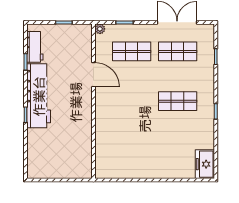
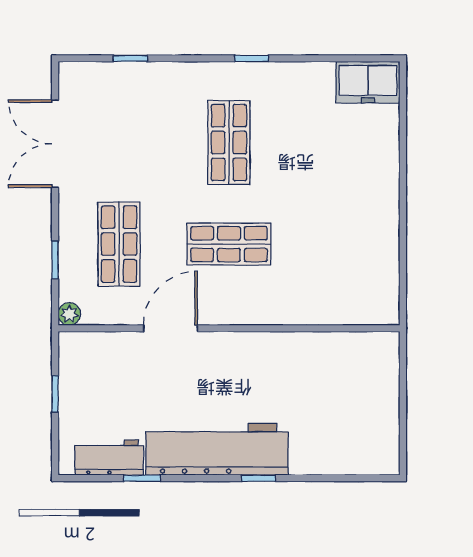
shop shelf: (178, 51) -> (229, 244), moved, turned 90

